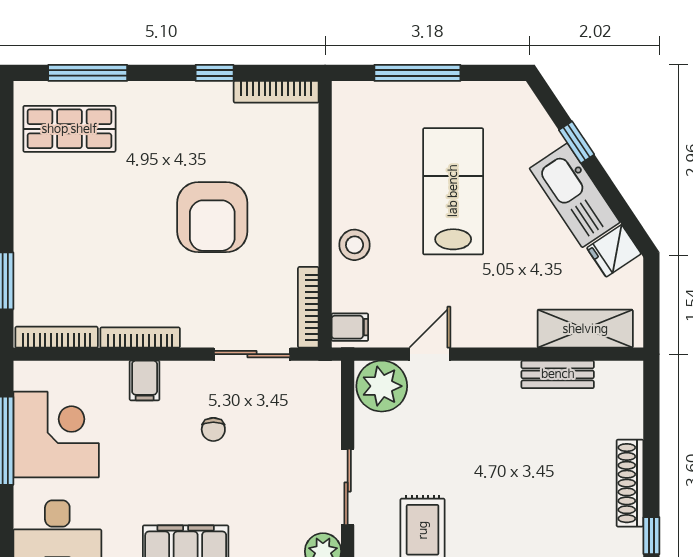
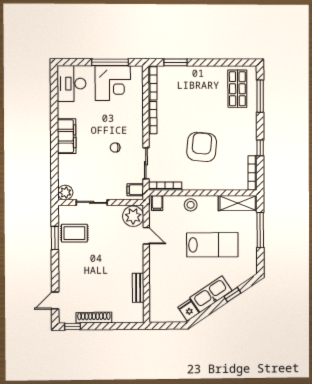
armchair: (212, 217) -> (202, 147), turned 95
shelving: (585, 329) -> (238, 203), moved, turned 90
filing cabinet: (145, 380) -> (135, 190), moved

